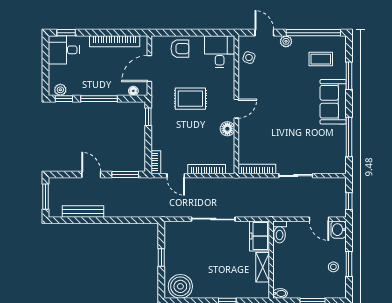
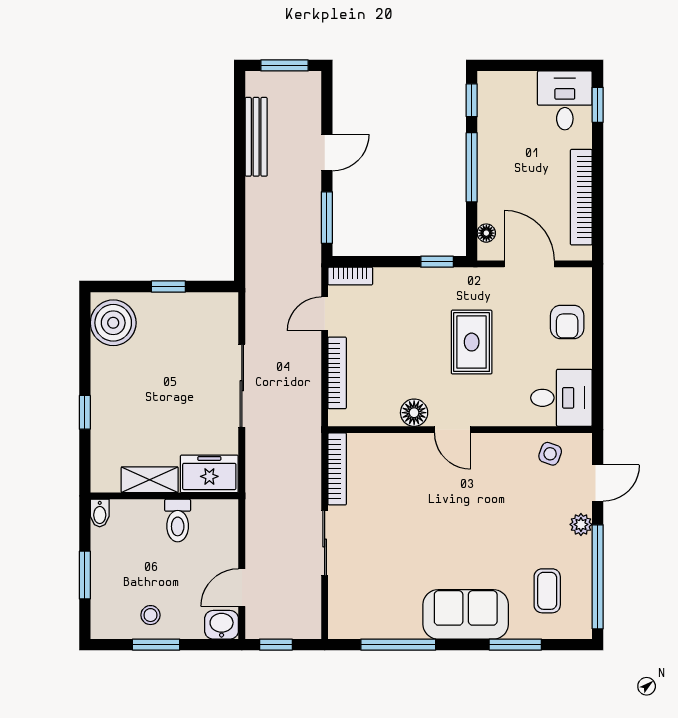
plant: (60, 90) -> (488, 94), removed
toilet: (280, 232) -> (178, 521), moved, turned -90

